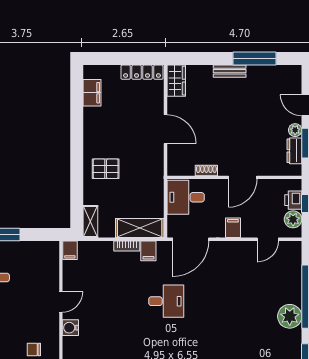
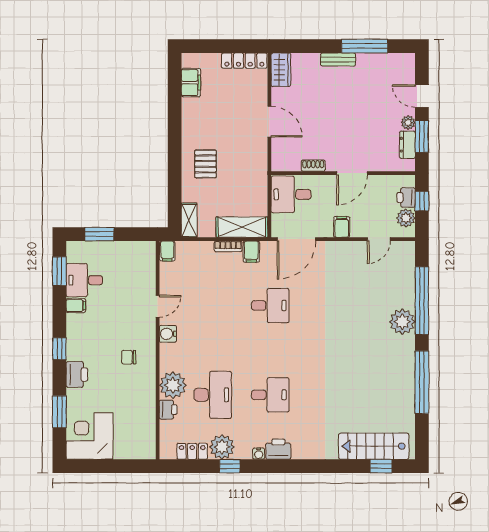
pallet: (106, 169) -> (205, 164), turned 90

